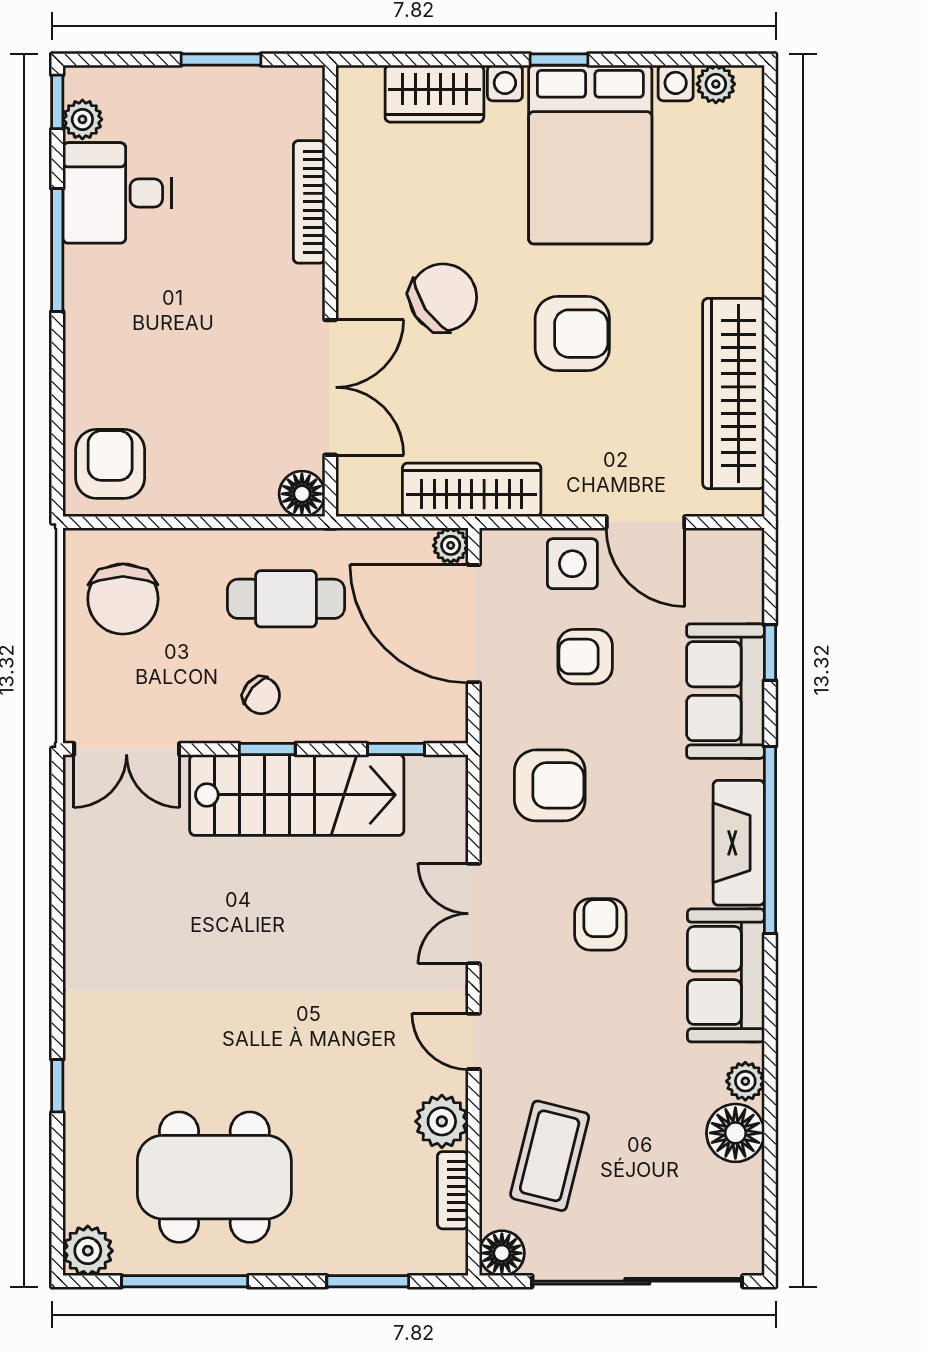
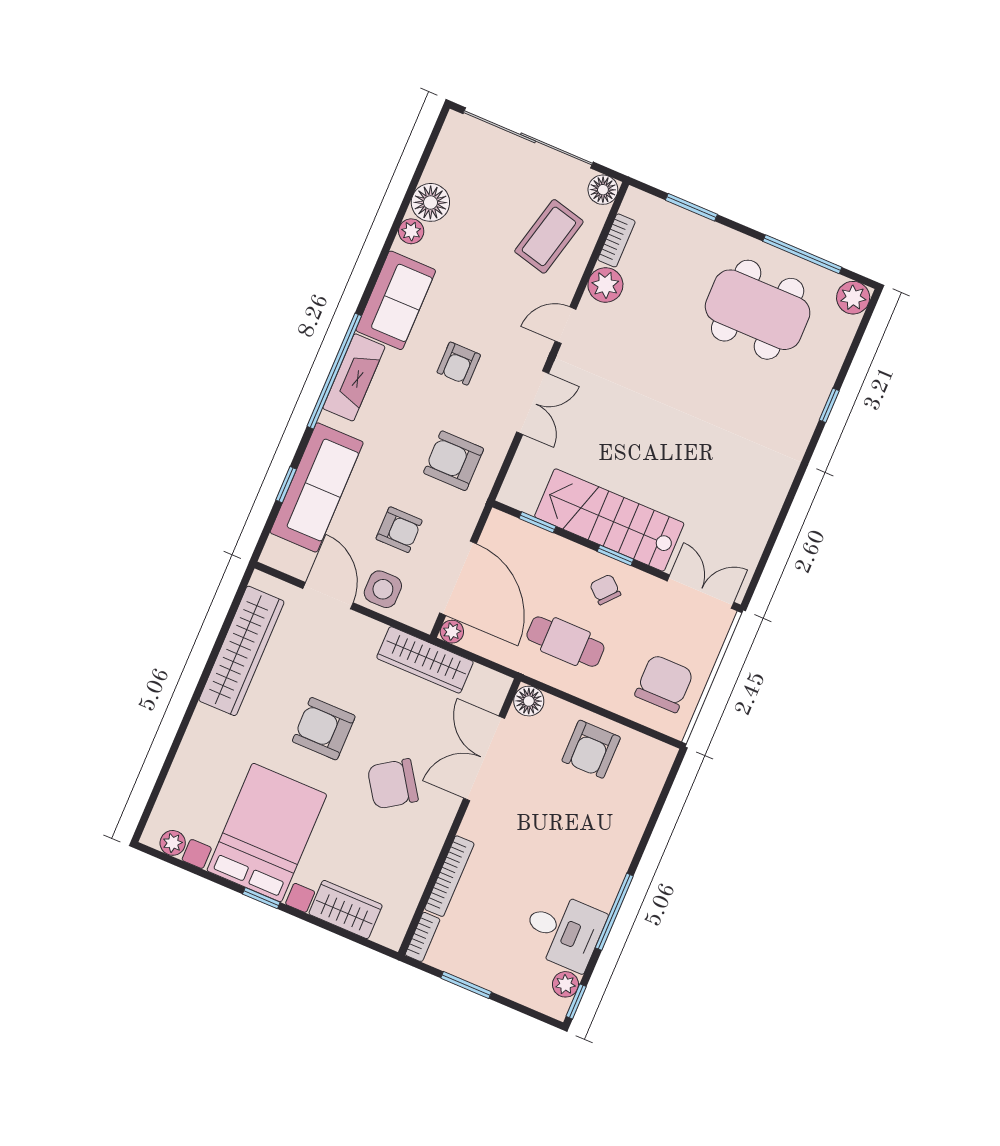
bookcase: (310, 101) -> (423, 937), added
armchair: (110, 464) -> (591, 749), moved
sofa: (725, 691) -> (317, 487), width x1.36
door: (474, 1041) -> (565, 325), swing flipped

